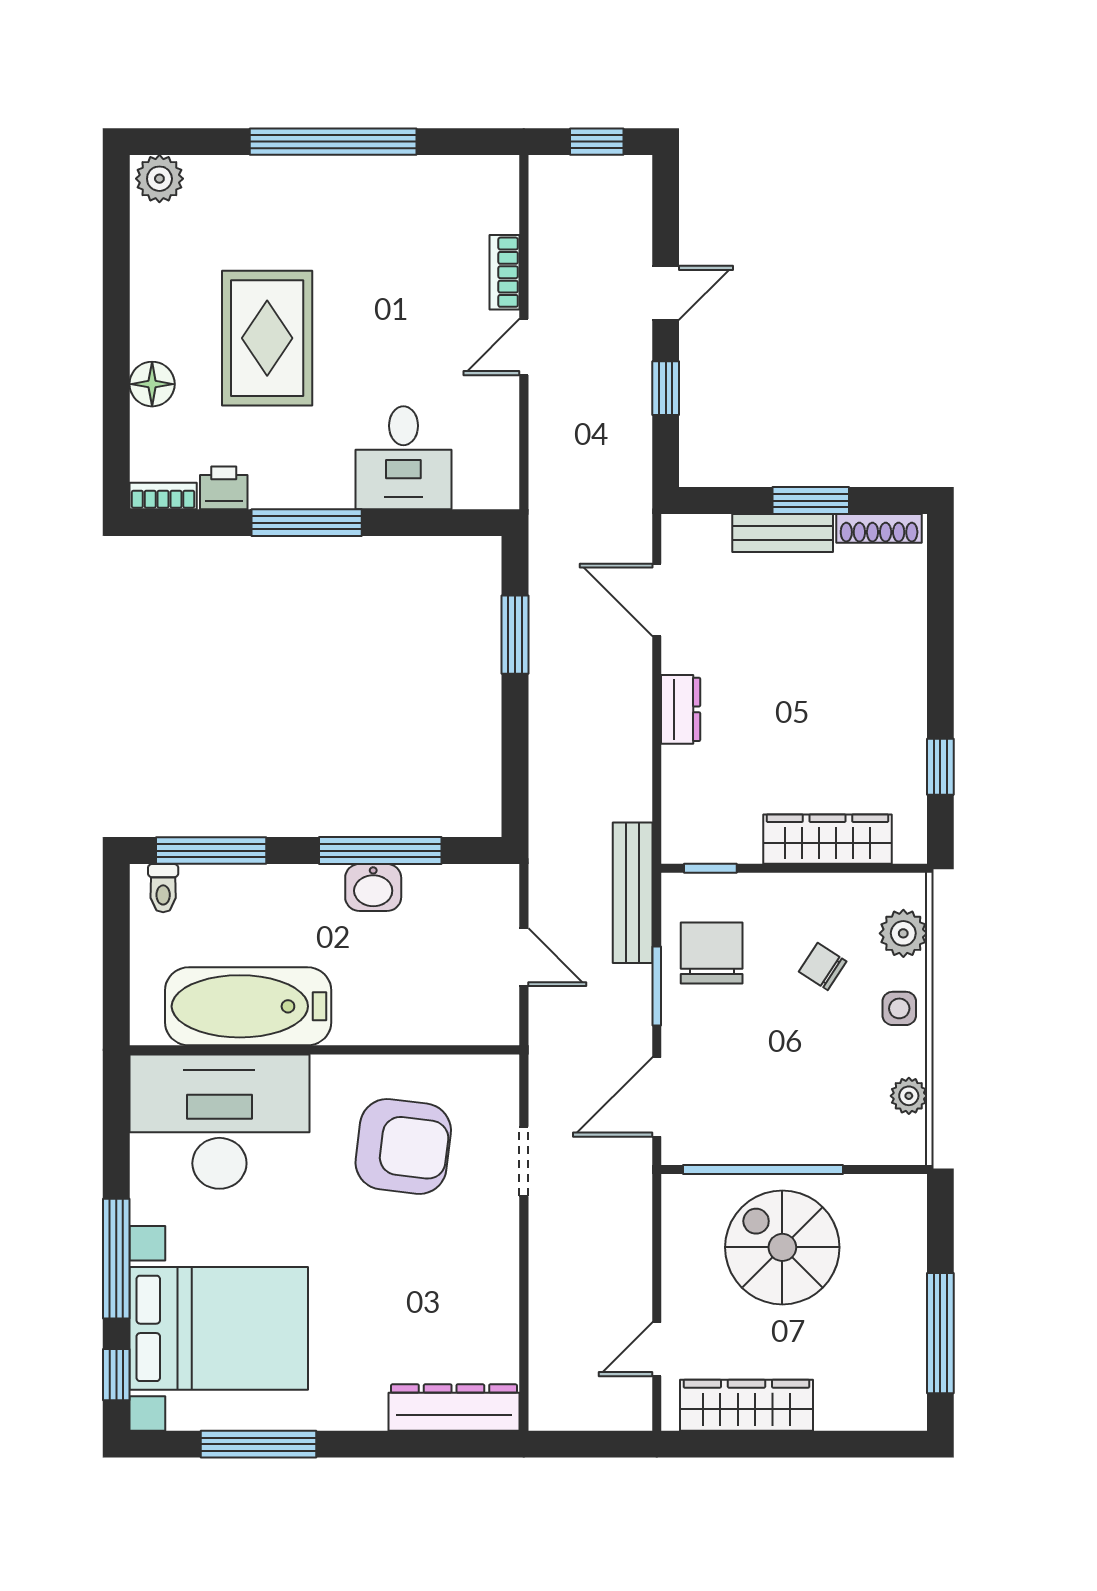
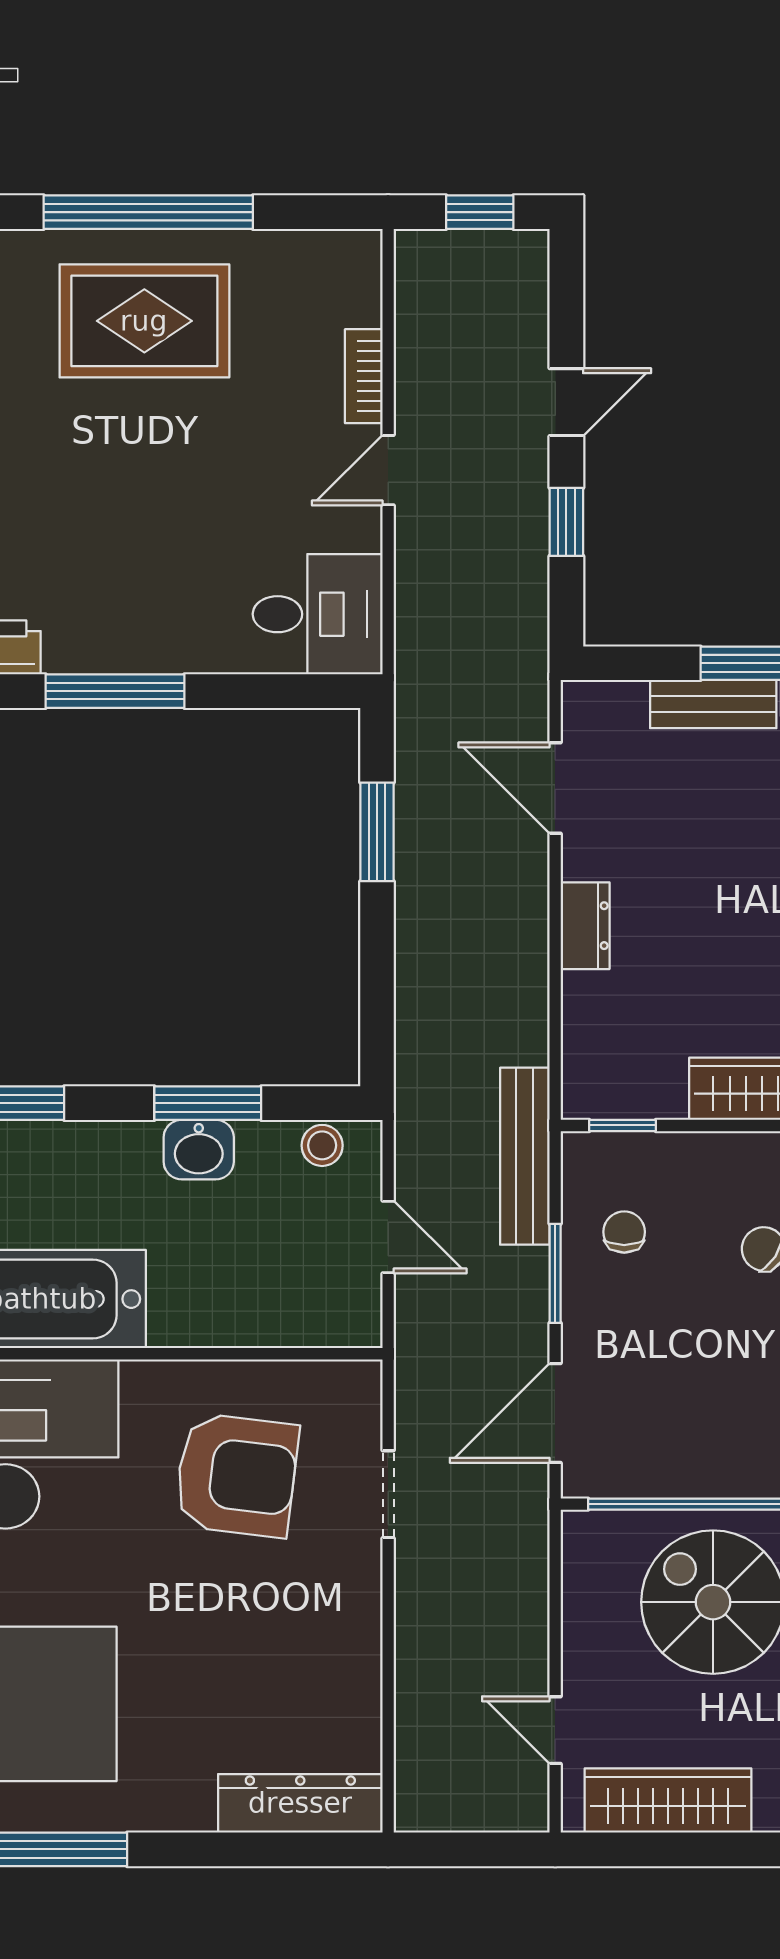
rug: (267, 338) -> (144, 321), moved, turned 90
desk: (403, 458) -> (318, 614), moved, turned -90
window: (380, 851) -> (208, 1103), width x0.69
stool: (471, 884) -> (322, 1145), added
chair: (712, 953) -> (624, 1232), width x0.54, depth x0.54
door: (657, 1349) -> (555, 1730), hinge flipped

